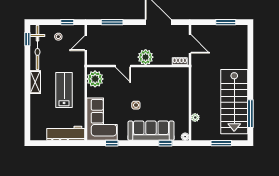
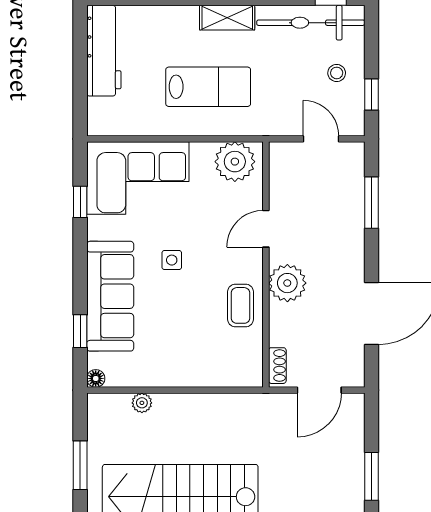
coffee table: (155, 77) -> (241, 305), added
workbench: (66, 133) -> (104, 51), moved

